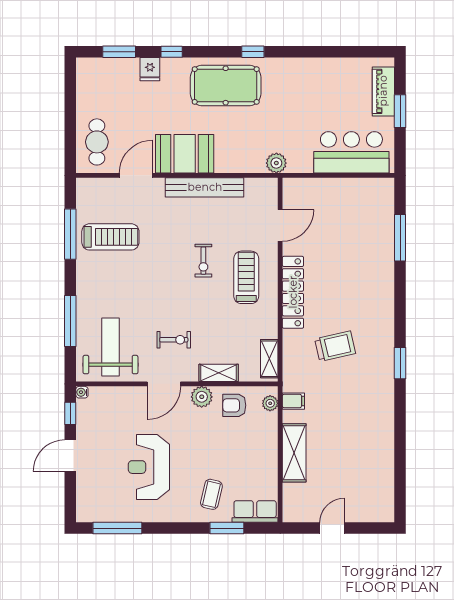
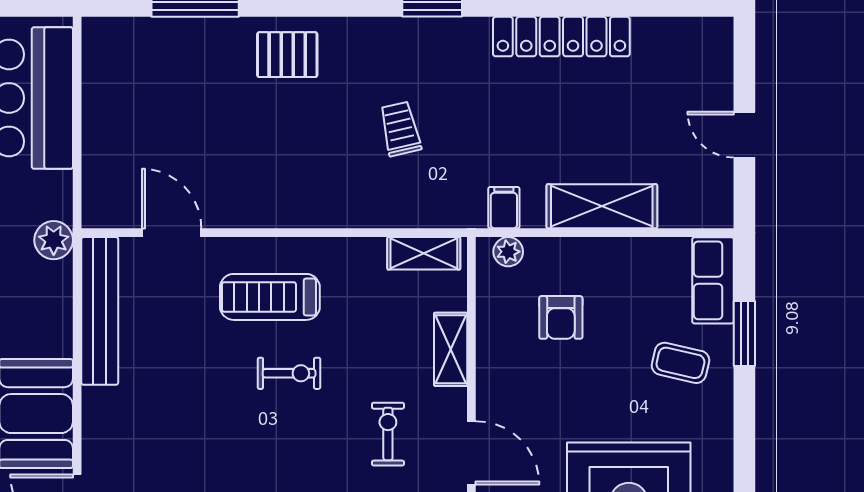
bench: (205, 187) -> (100, 311), moved
exercise bike: (203, 261) -> (289, 373), moved
pallet: (374, 287) -> (287, 55), added
locker: (293, 292) -> (561, 37), moved, turned 180
trolley: (335, 346) -> (400, 129), width x0.73, depth x0.72
plant: (202, 397) -> (496, 381), removed
armchair: (234, 405) -> (561, 317), moved

